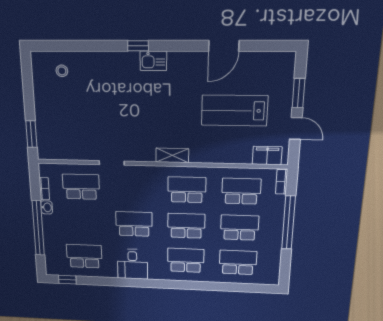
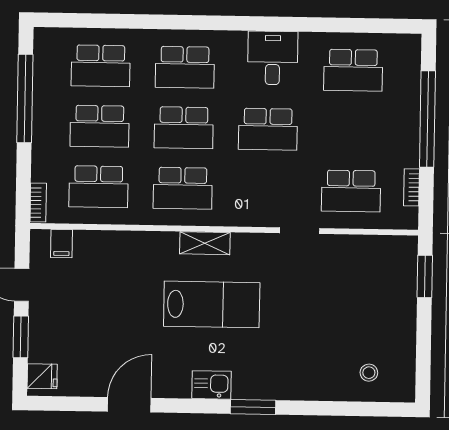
window: (138, 46) -> (253, 407), width x1.50
kitchen sink: (153, 61) -> (211, 385), moved
fridge: (285, 65) -> (42, 376), added
lab bench: (234, 111) -> (212, 304), moved
filing cabinet: (267, 156) -> (62, 244), width x0.50
washbasin: (47, 207) -> (410, 155), removed
window: (289, 223) -> (25, 98), moved
window: (67, 280) -> (385, 26), removed

